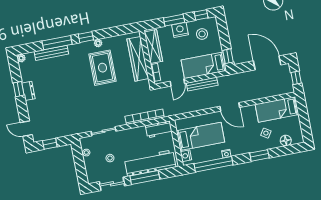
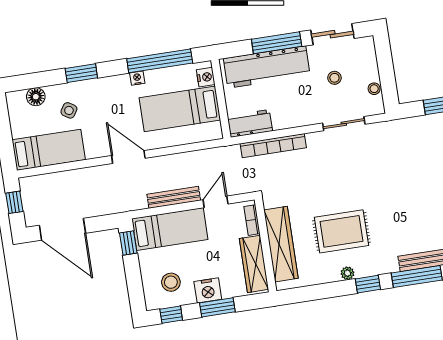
rug: (102, 68) -> (341, 231), turned 90

